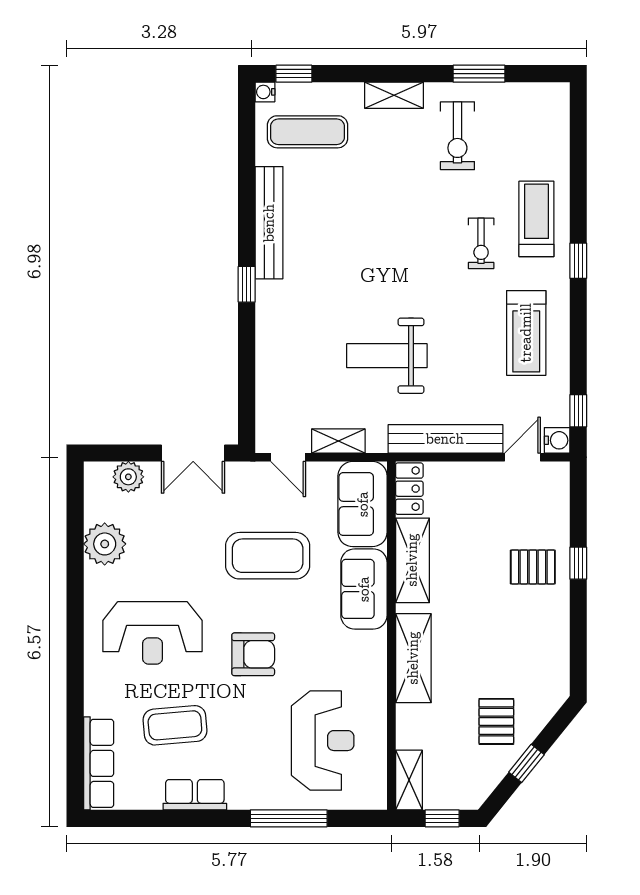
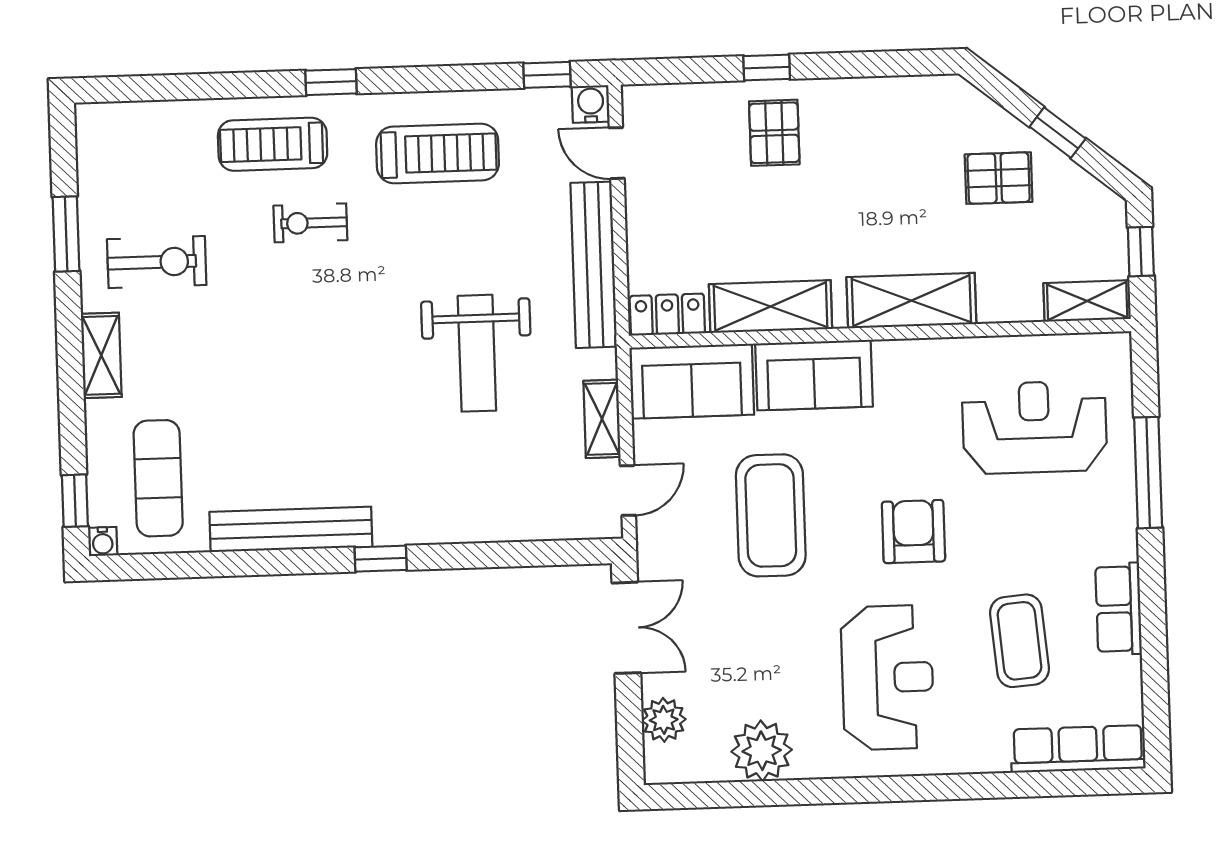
exercise bike: (481, 243) -> (310, 223), turned 180

